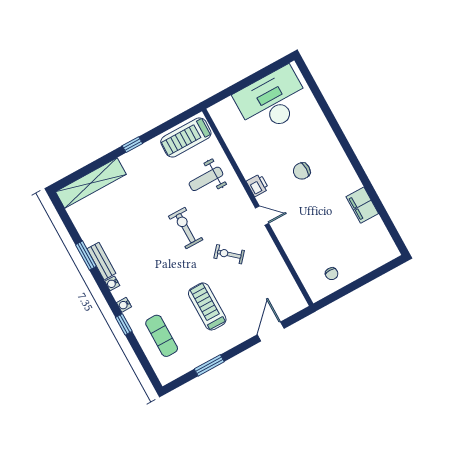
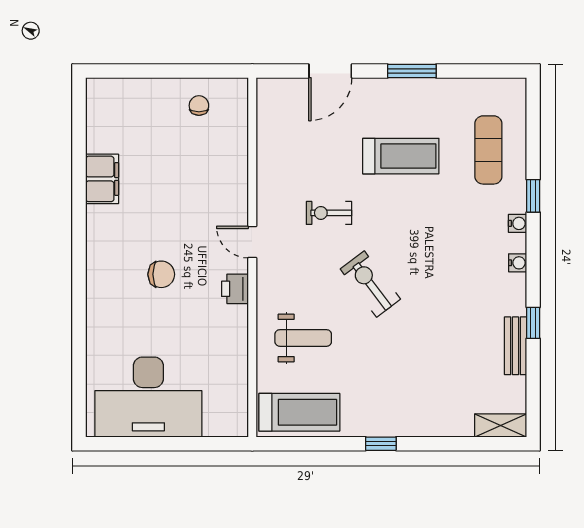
shelving: (91, 183) -> (501, 426), width x0.45, depth x0.75
exercise bike: (186, 228) -> (370, 284), turned 143
exercise bike: (229, 254) -> (329, 213), turned 139
window: (86, 255) -> (533, 323), width x0.67
bench: (101, 261) -> (516, 346), moved
treadmill: (207, 306) -> (401, 156), turned -90
window: (209, 365) -> (412, 71), moved

